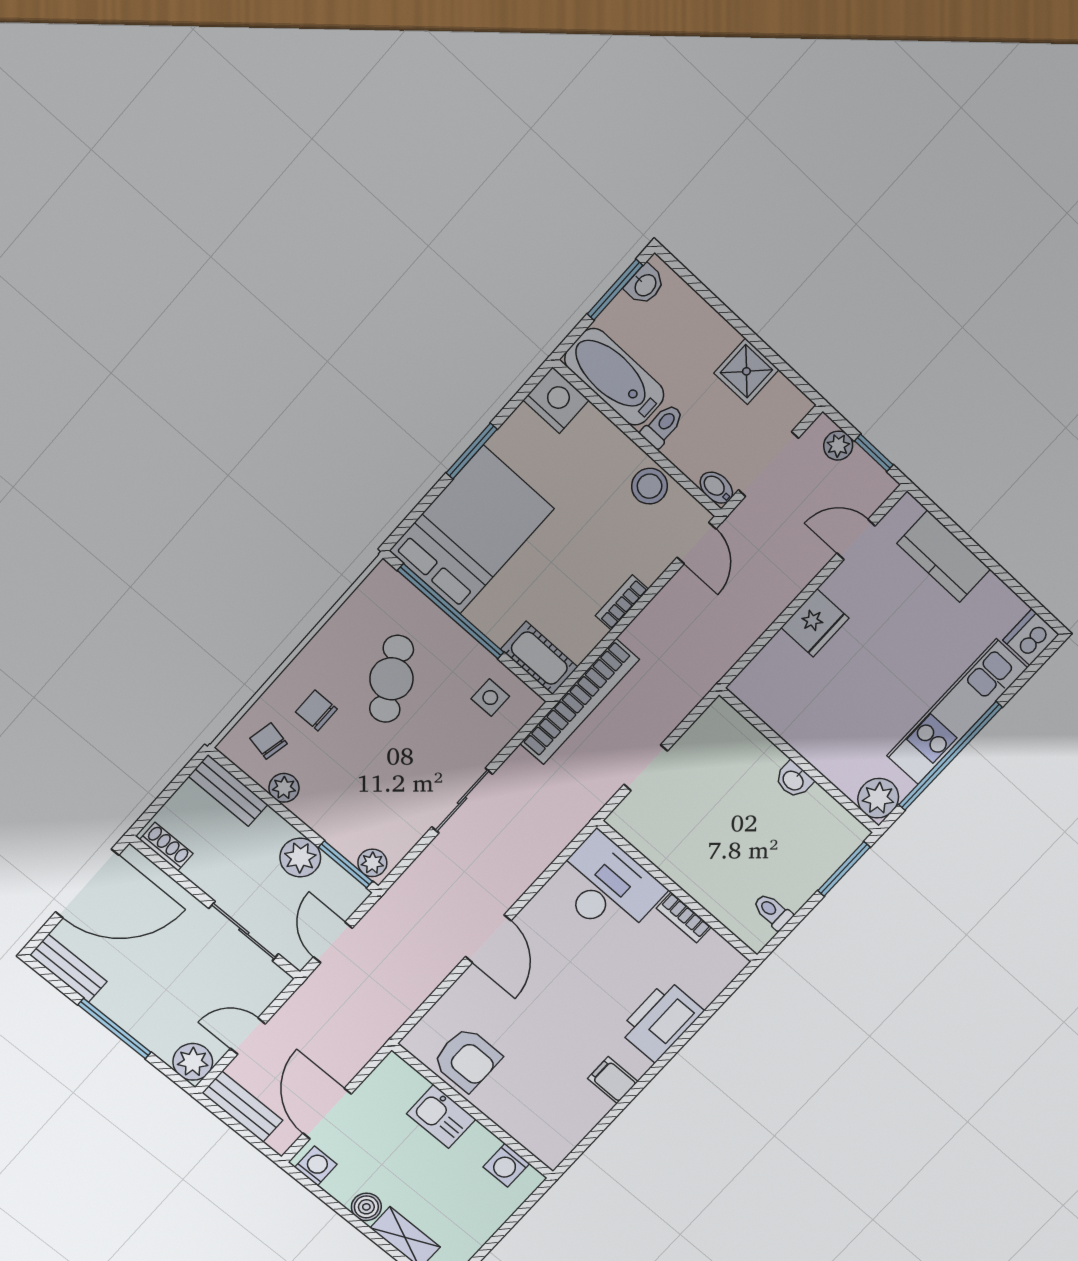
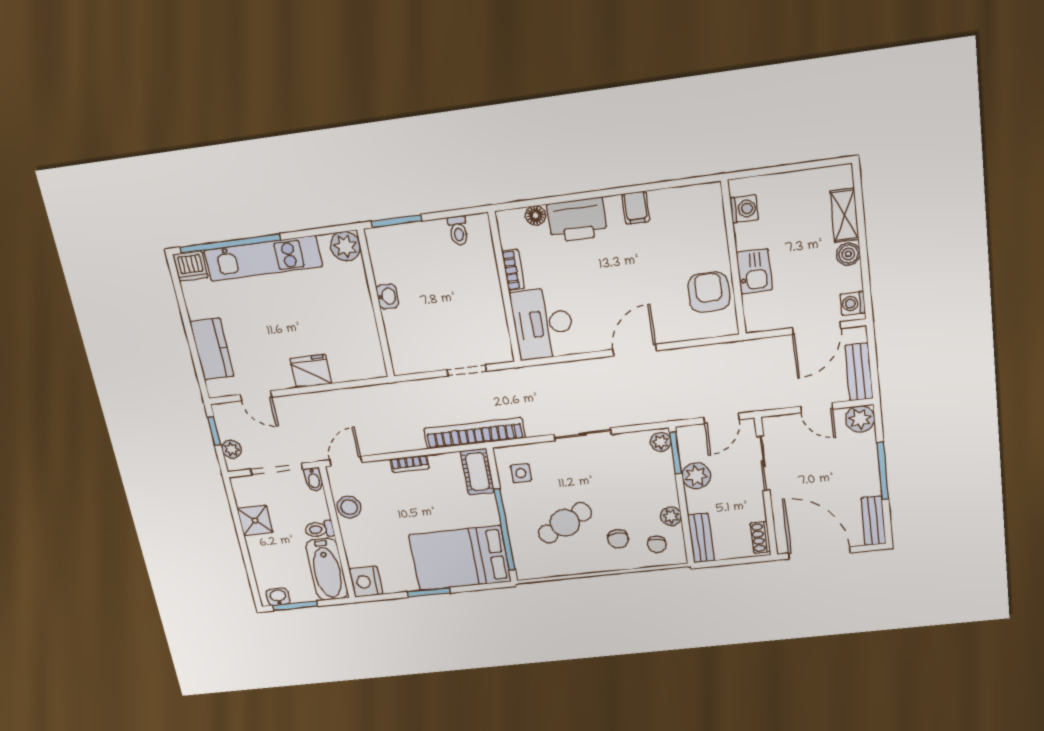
window: (950, 756) -> (230, 244), moved
floor lamp: (706, 991) -> (536, 215), added

